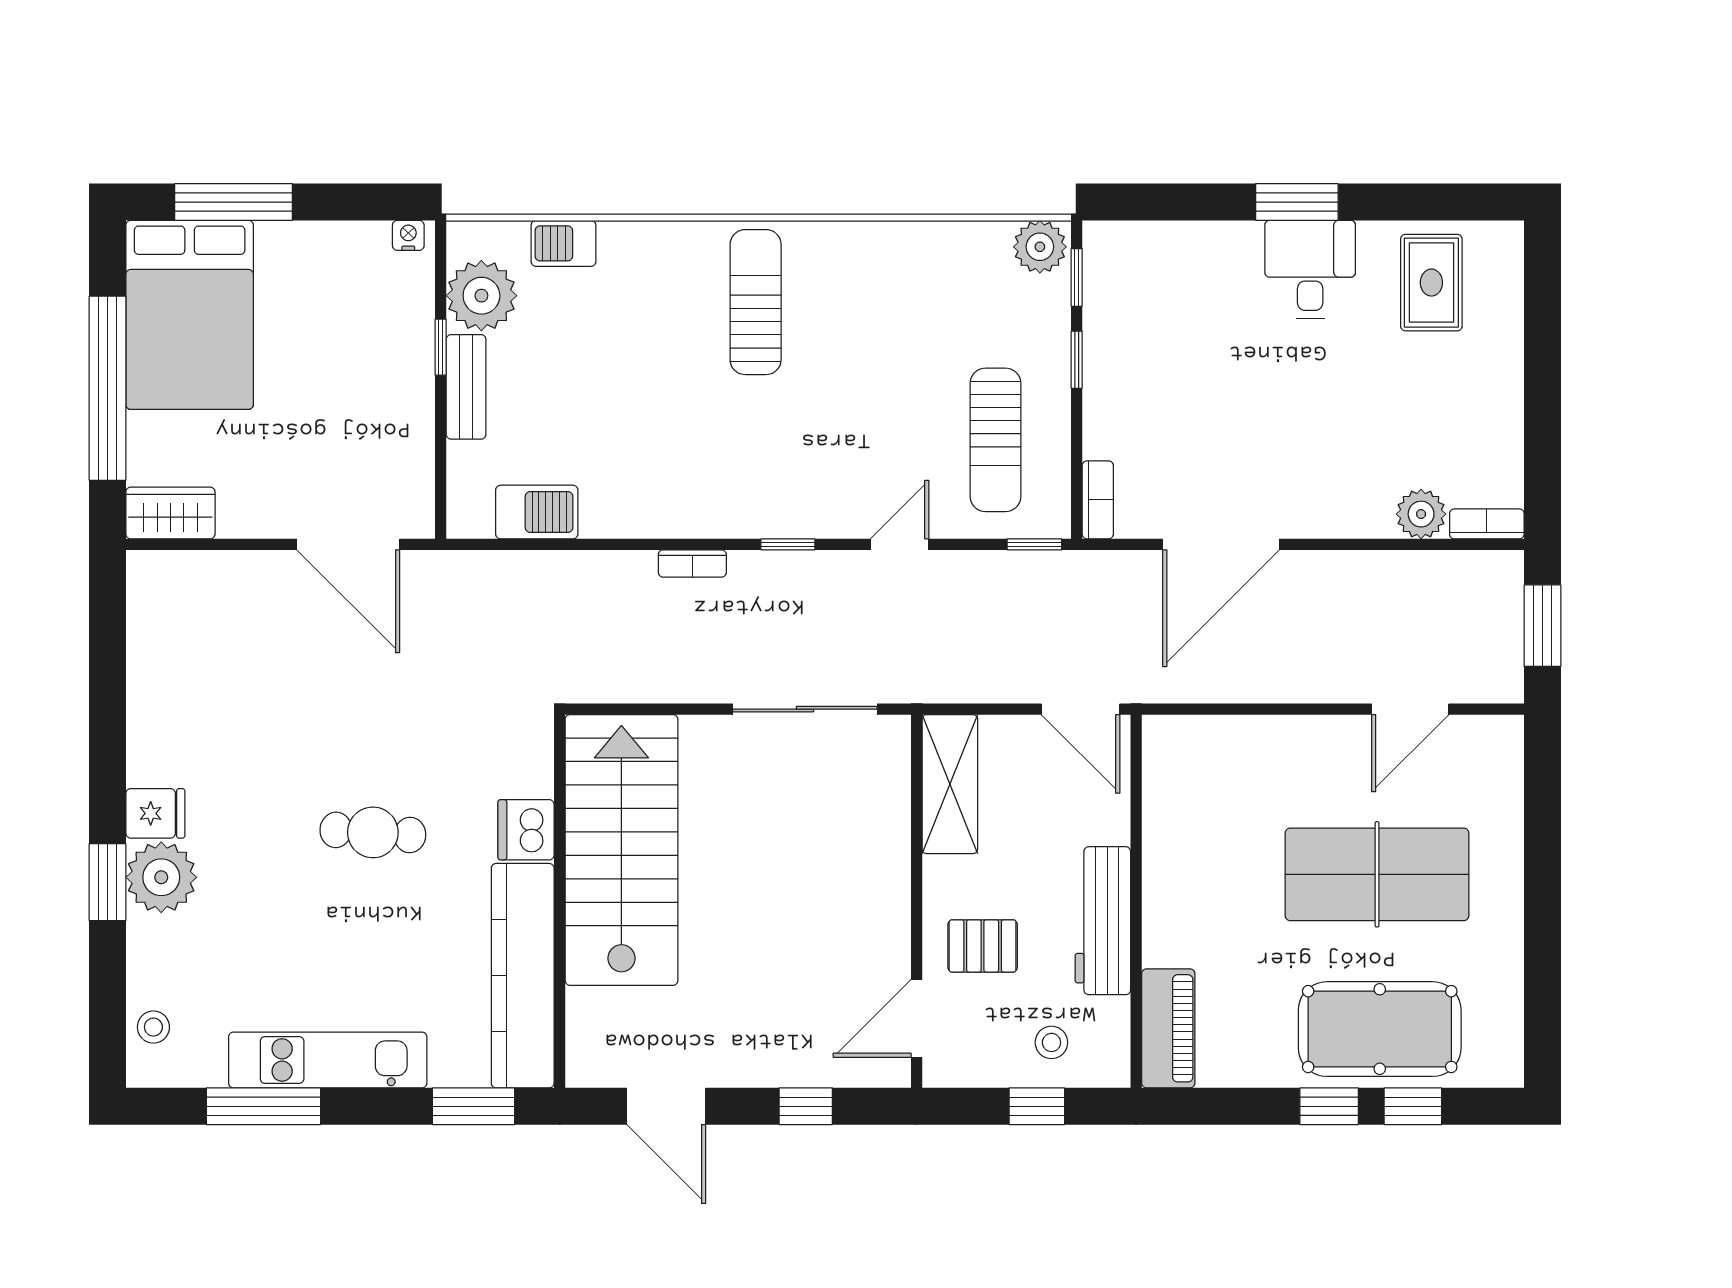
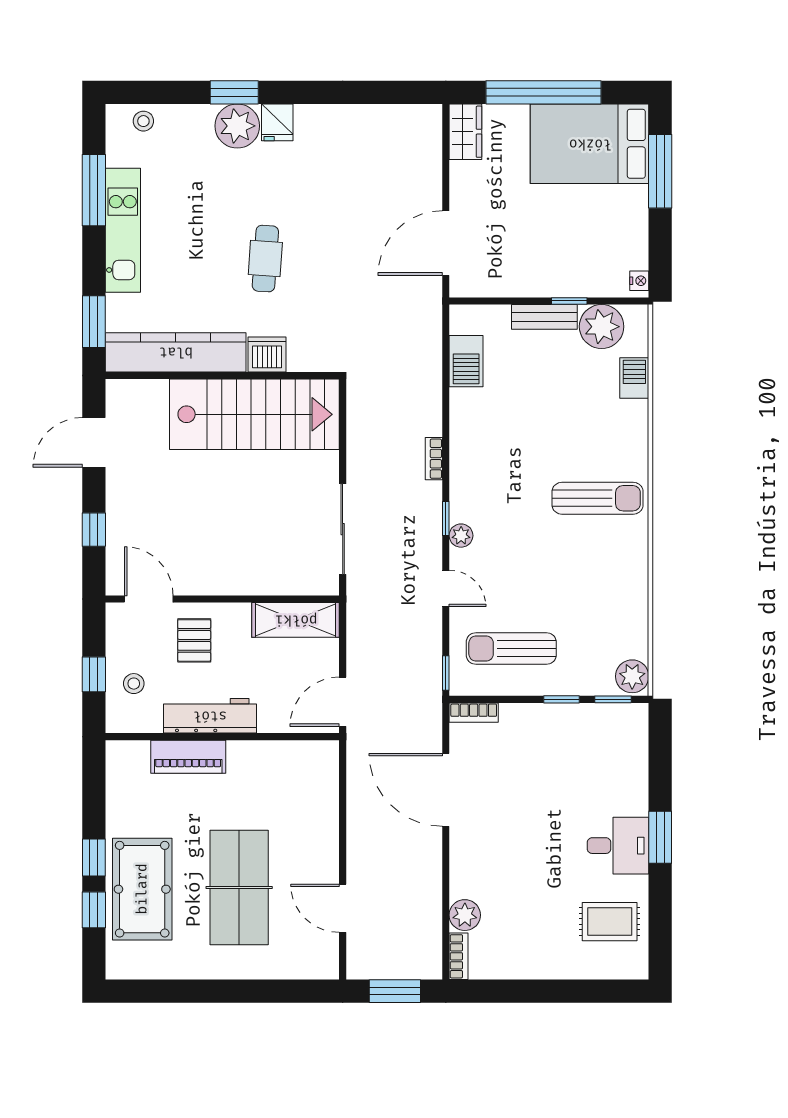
plant: (815, 520) -> (461, 536), added
piano: (1168, 1028) -> (188, 757), moved

